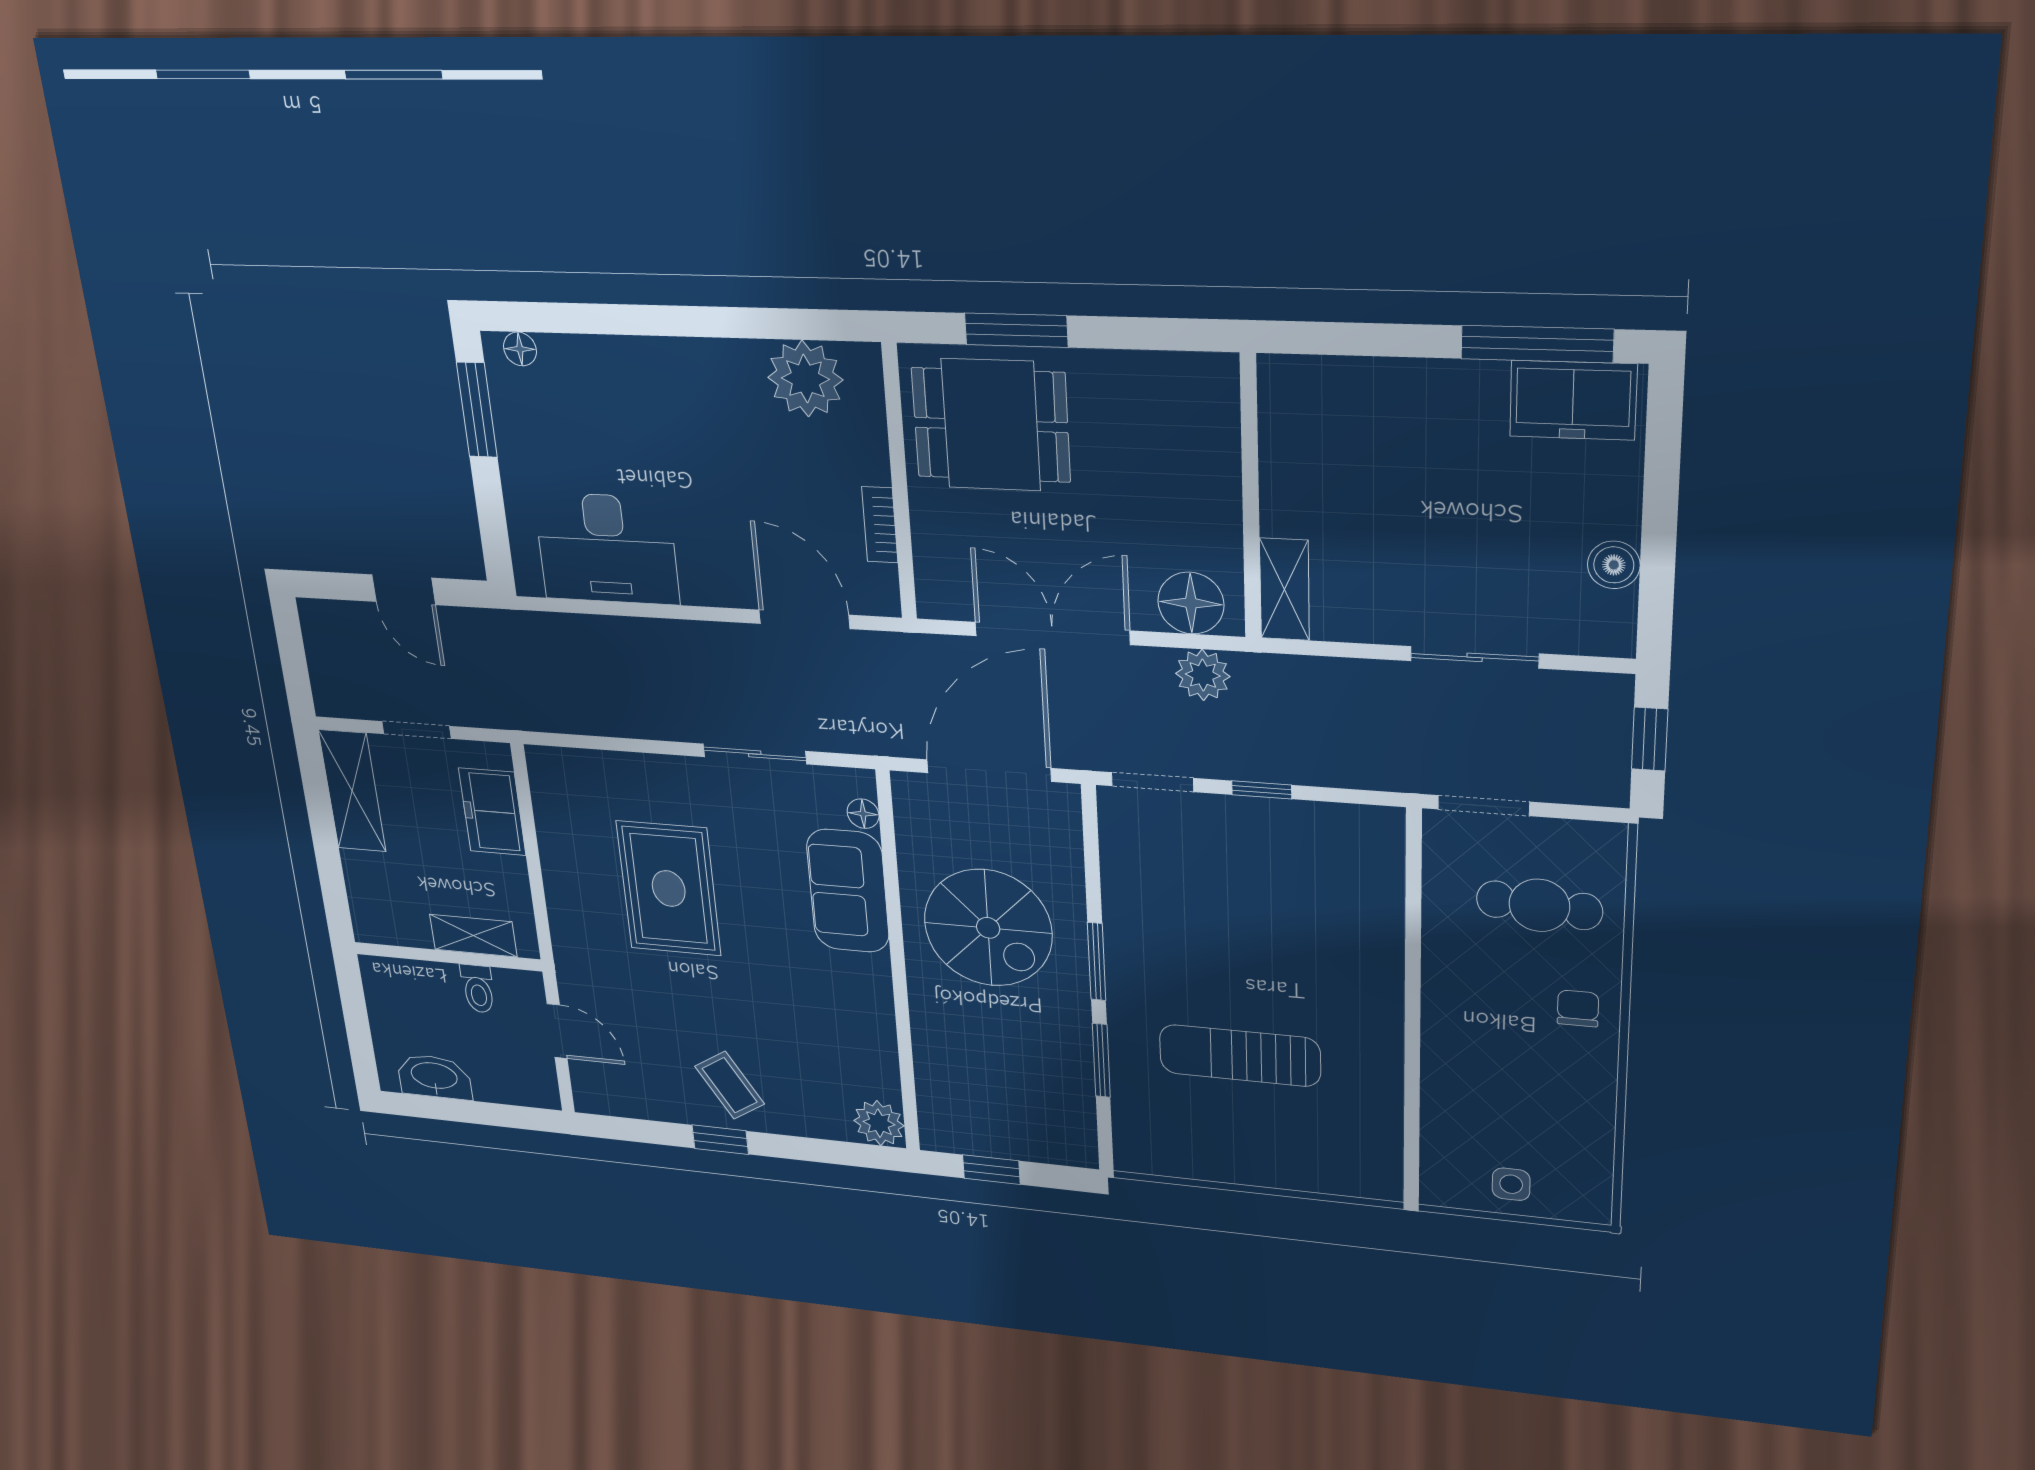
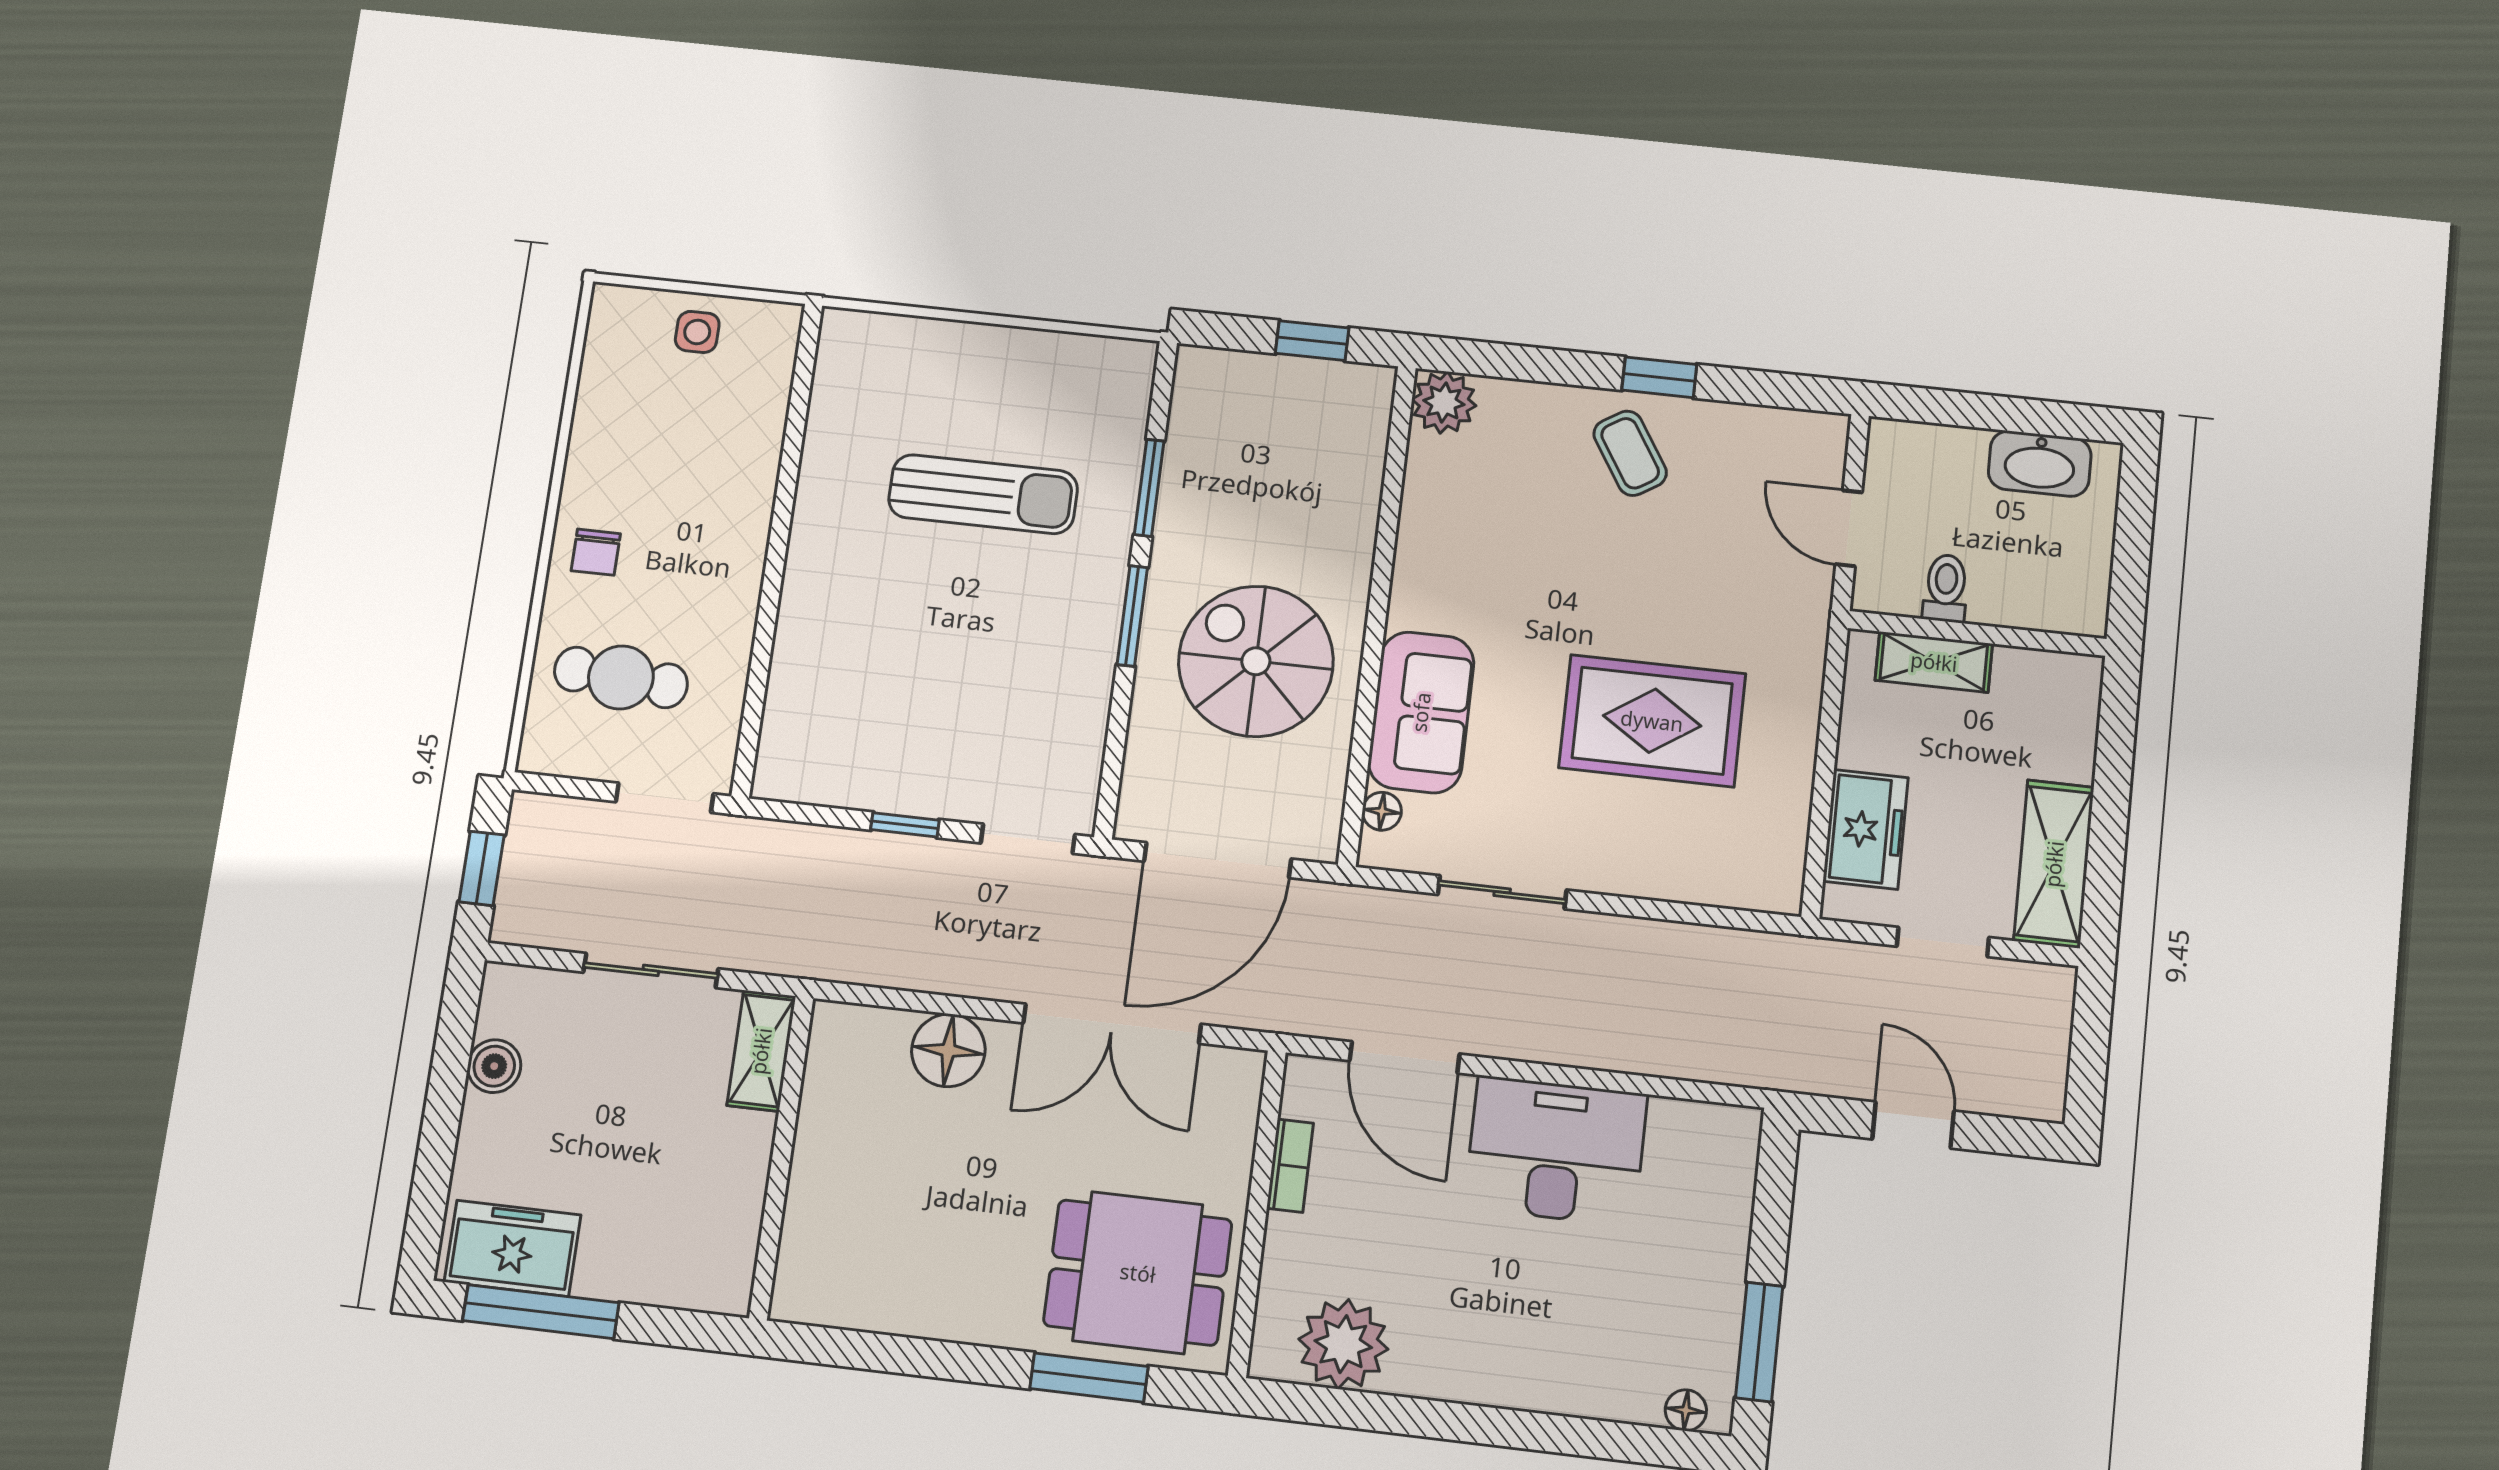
wall: (1251, 498) -> (781, 1157), moved
desk: (607, 549) -> (1556, 1151), moved
shelving: (1284, 589) -> (761, 1051), moved
plant: (1203, 675) -> (949, 965), removed
rug: (669, 888) -> (1652, 721), turned 90

